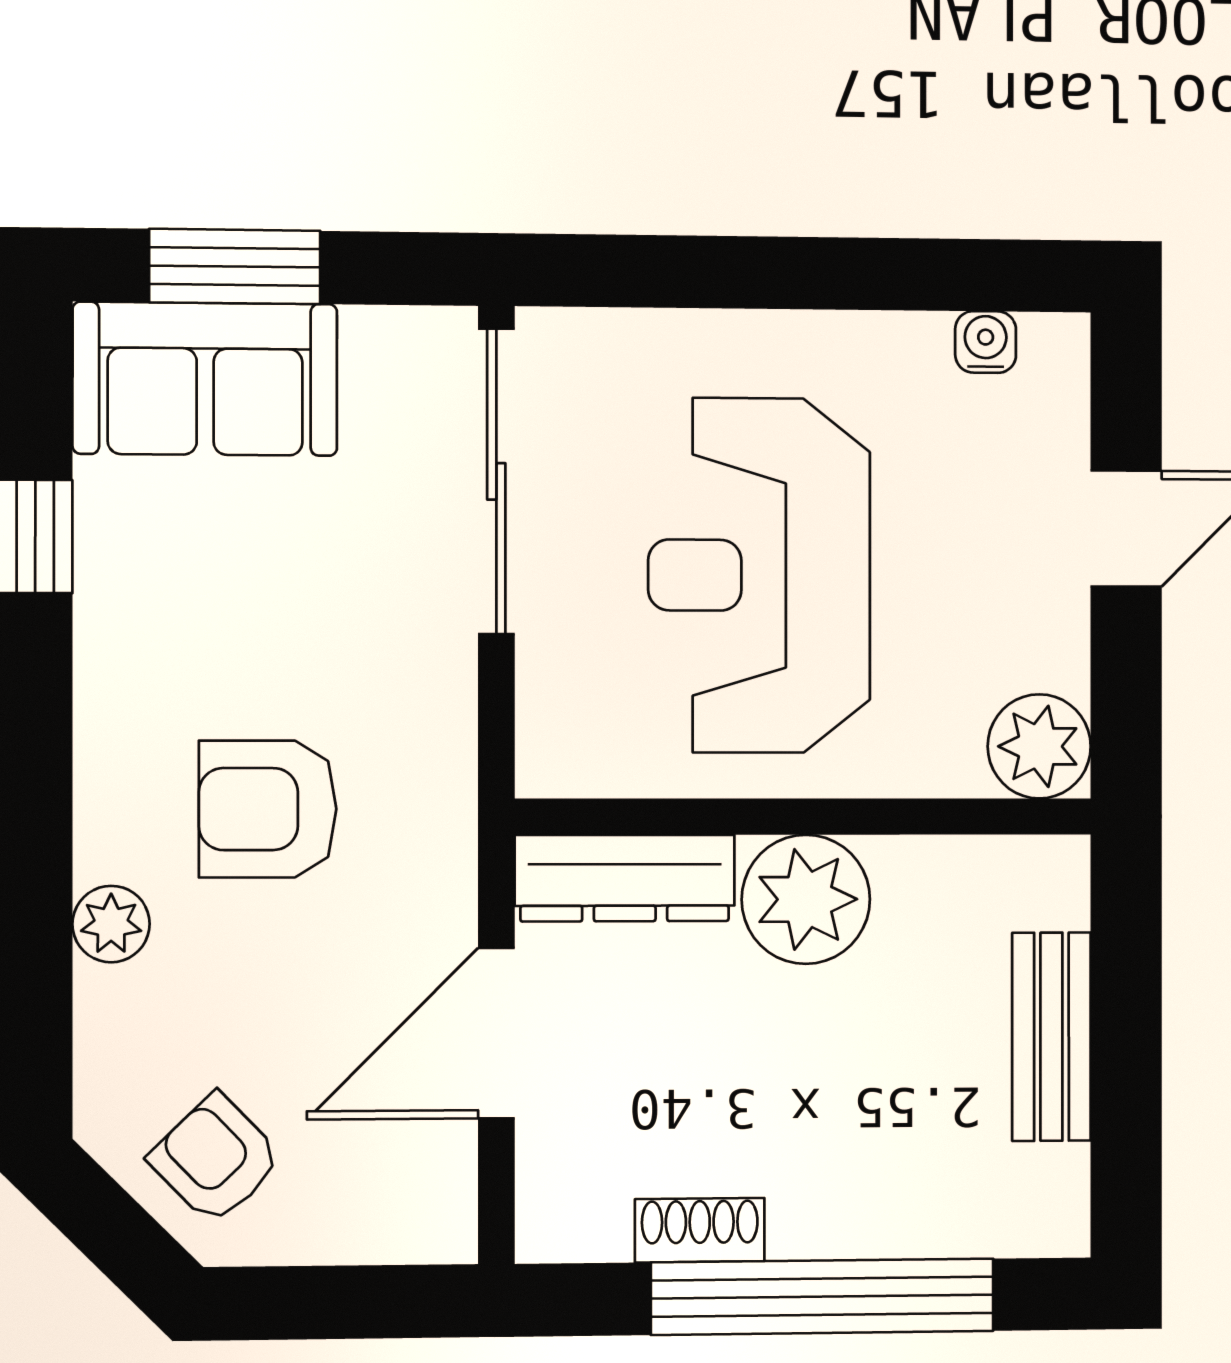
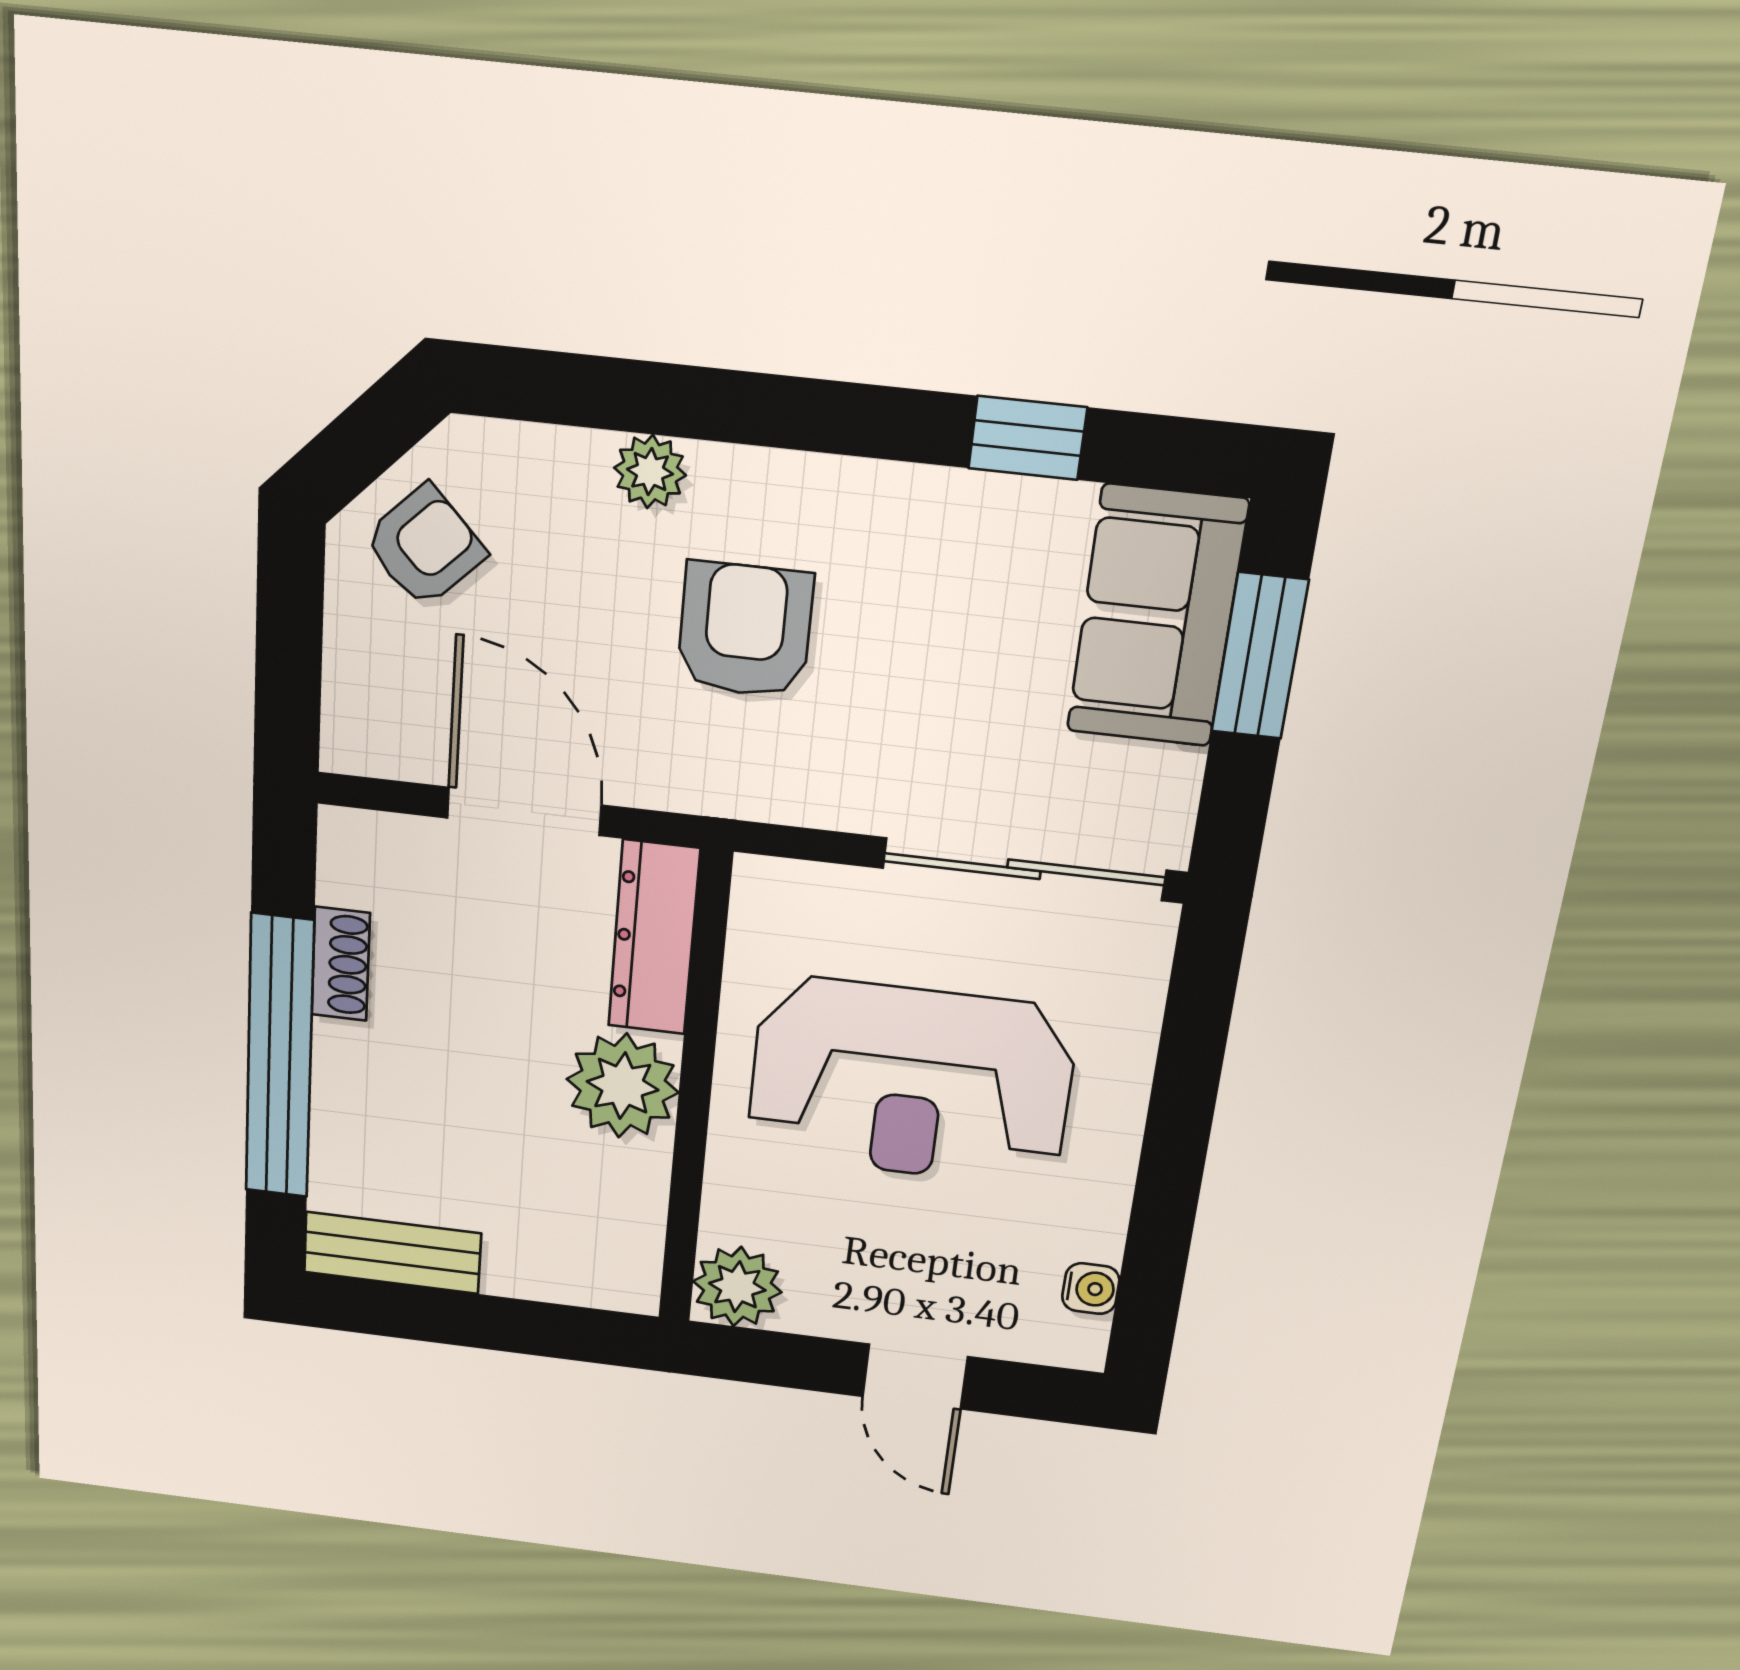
reception desk: (759, 575) -> (911, 1082), turned 180
bench: (1051, 1037) -> (392, 1253), moved

